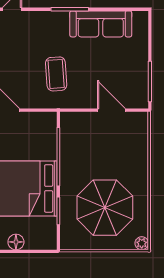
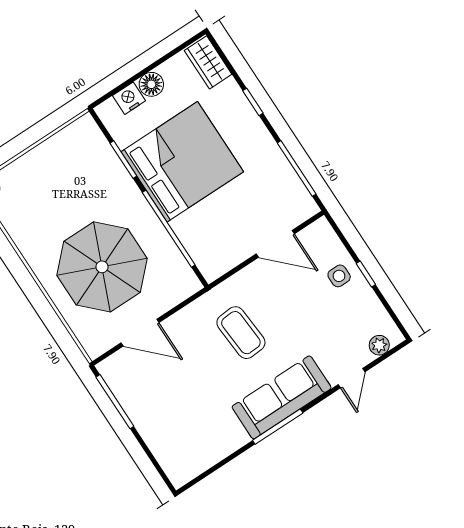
sofa: (101, 24) -> (282, 397), moved
parasol: (105, 208) -> (102, 267), moved
nightstand: (33, 242) -> (129, 98), added

